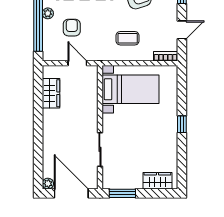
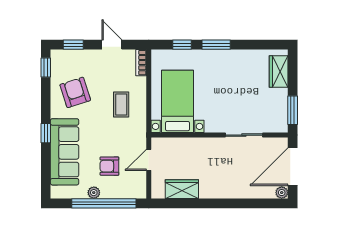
window: (182, 93) -> (182, 45), added
window: (182, 124) -> (216, 45), width x1.50

